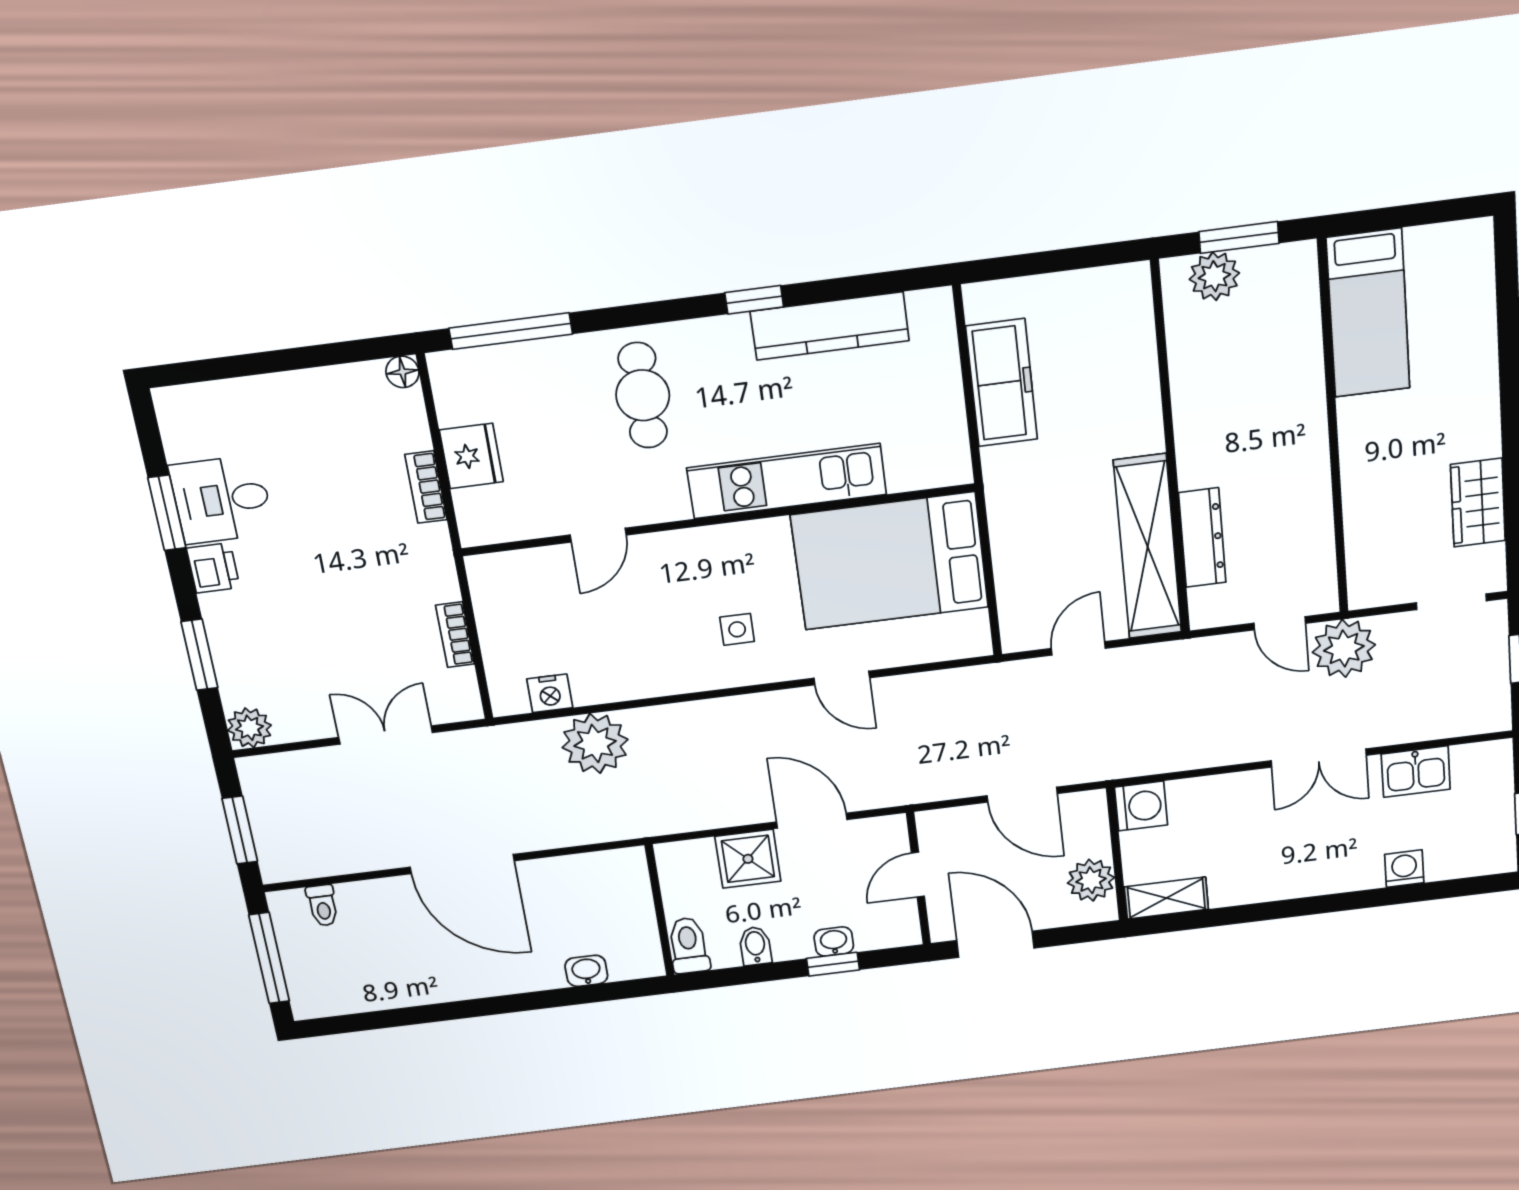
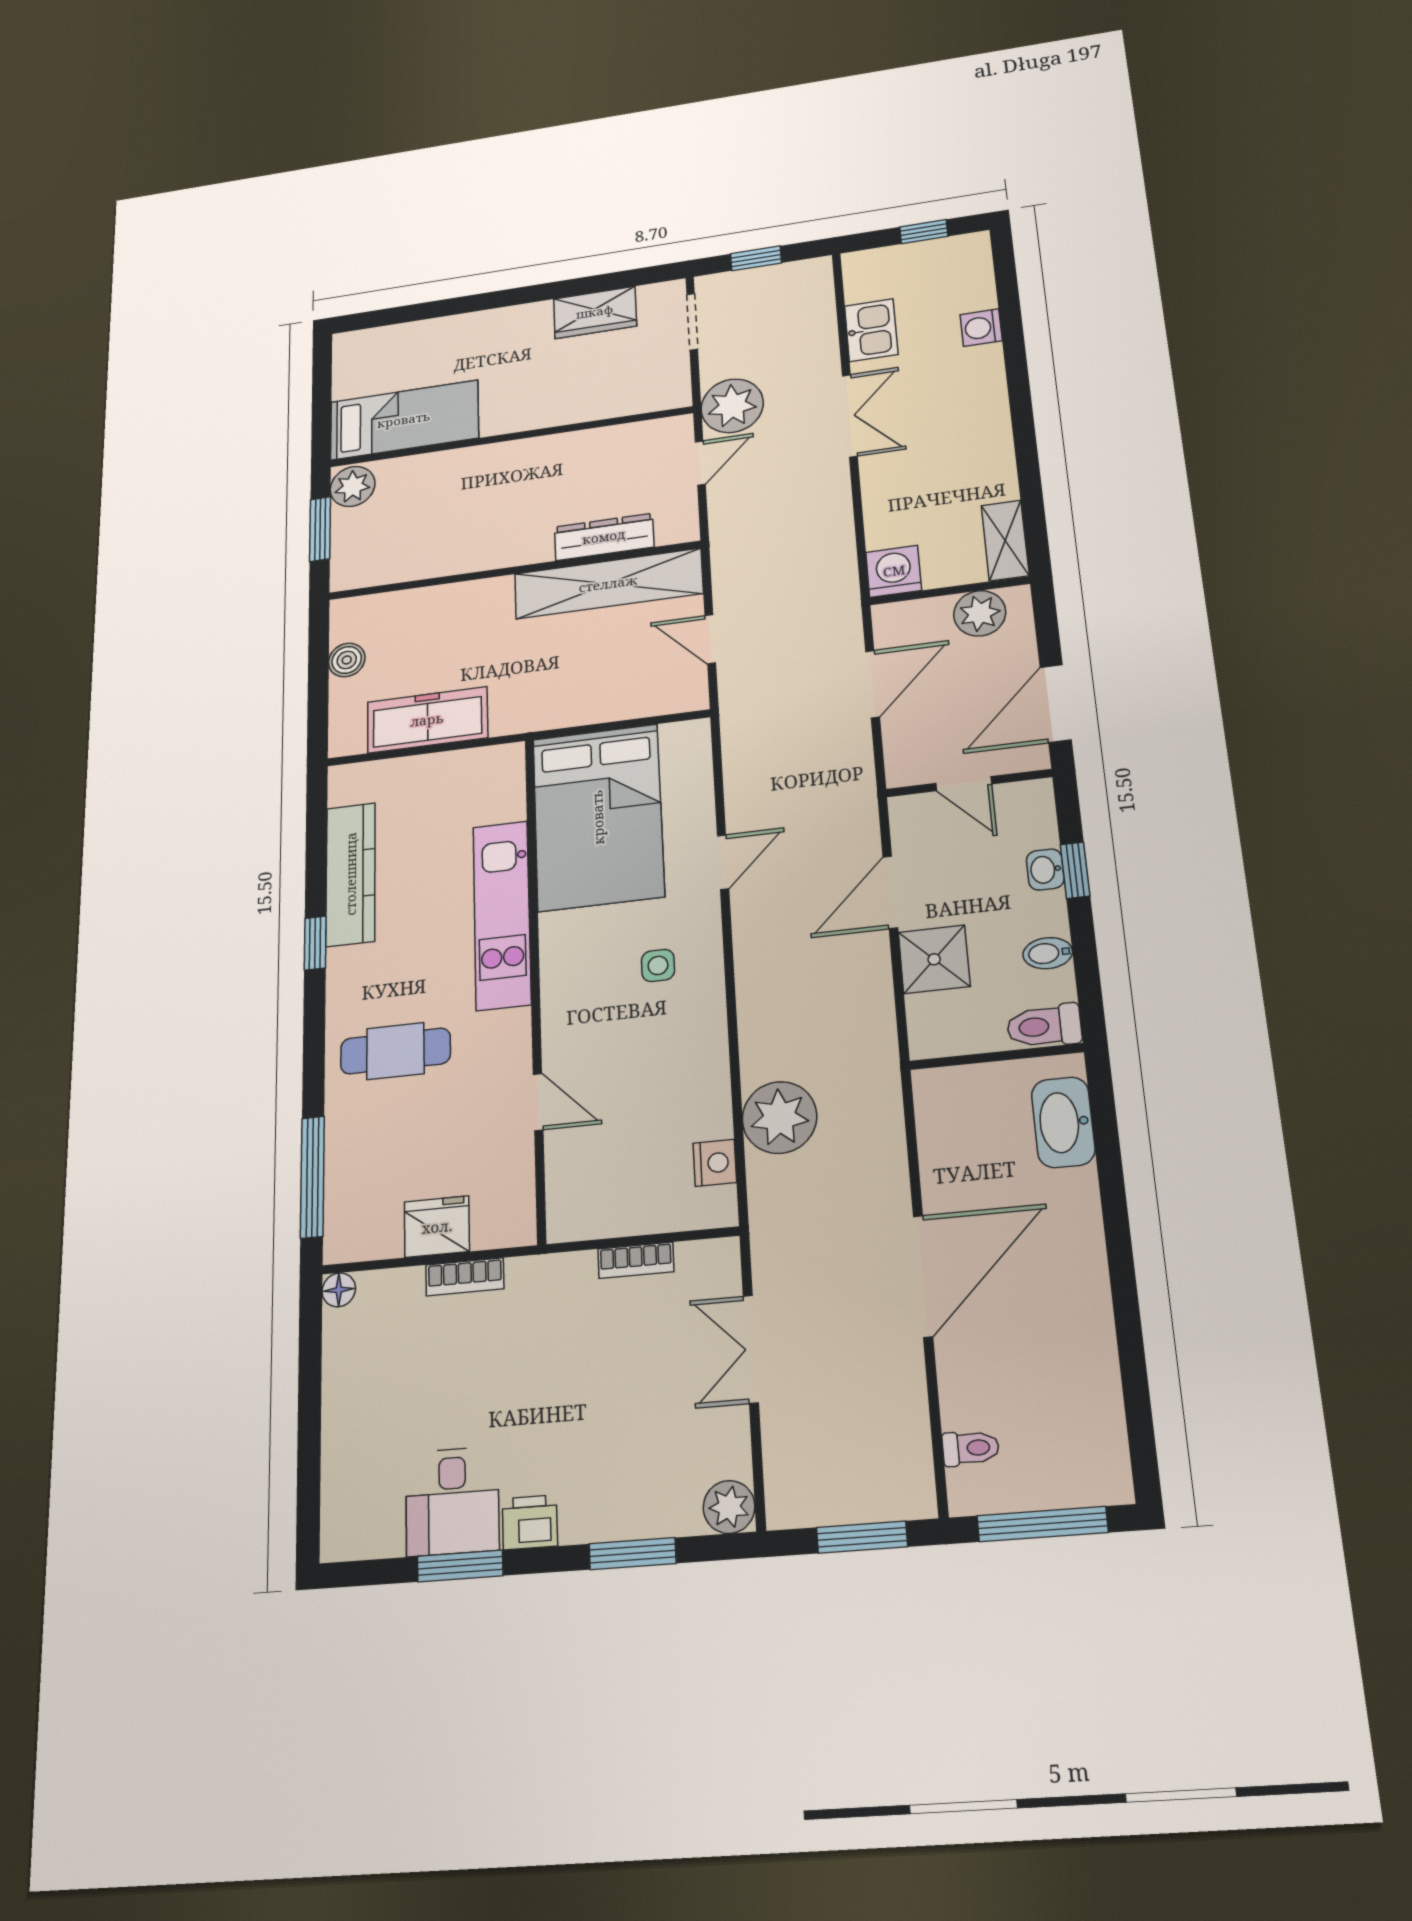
plant: (1214, 276) -> (353, 486), moved
boiler: (1076, 289) -> (347, 660), added
washbasin: (586, 971) -> (1063, 1122), width x1.91, depth x1.45

